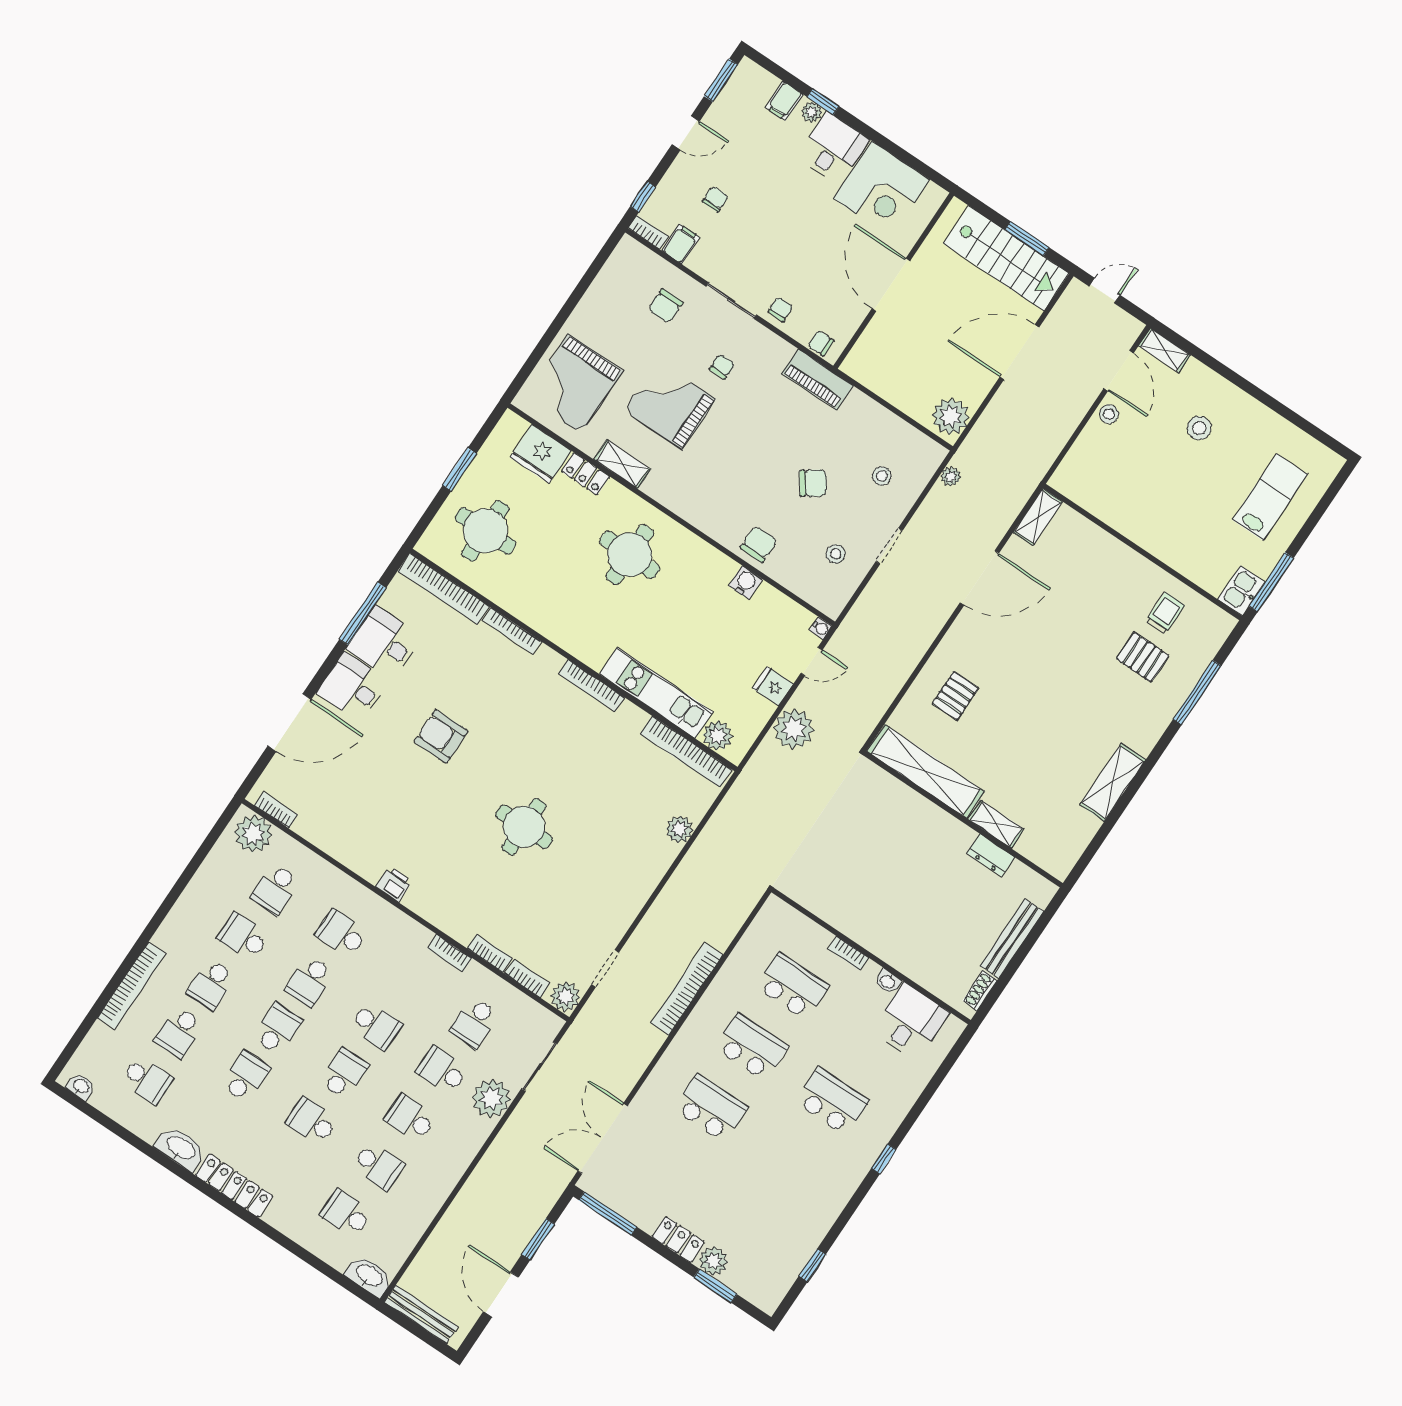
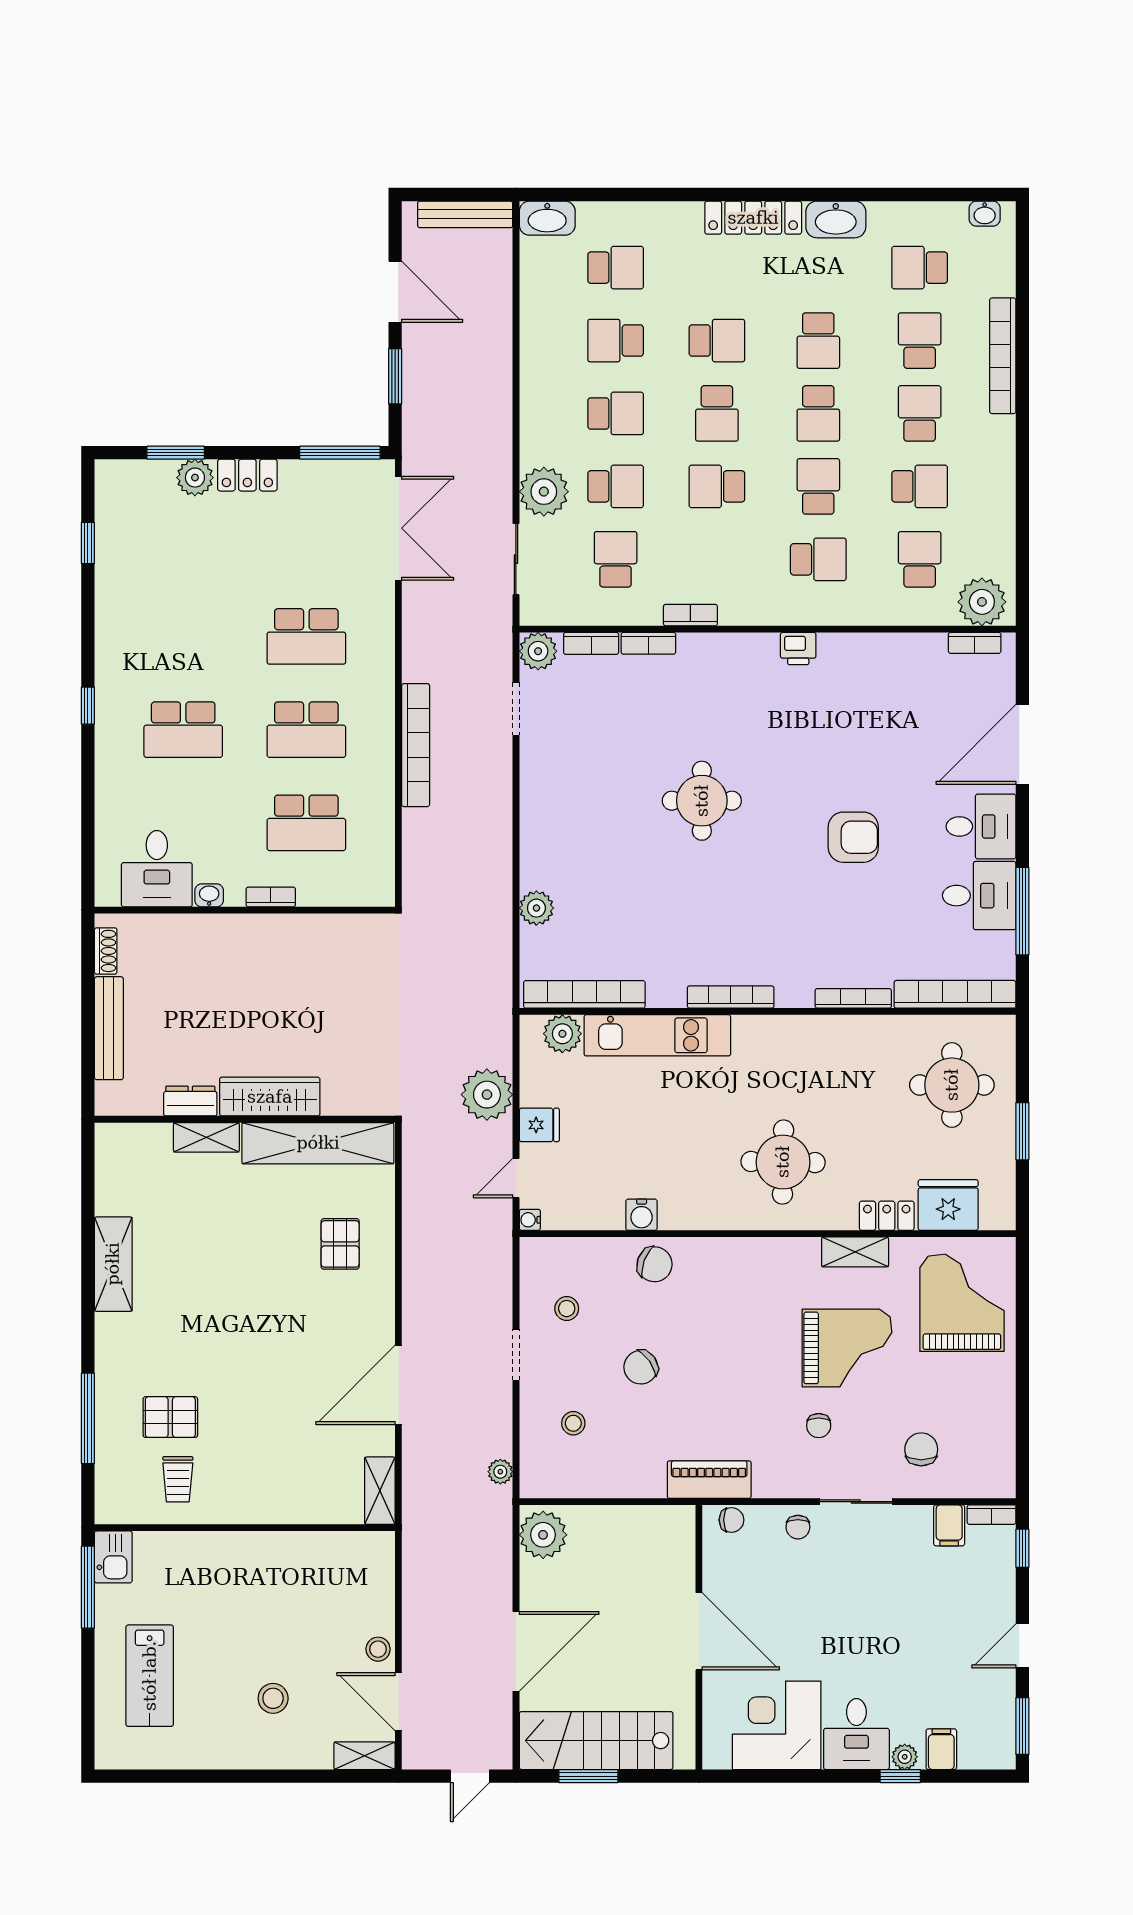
chair: (715, 199) -> (945, 1597), removed
chair: (759, 544) -> (655, 1264), turned -70
wardrobe: (937, 823) -> (270, 1097), added

